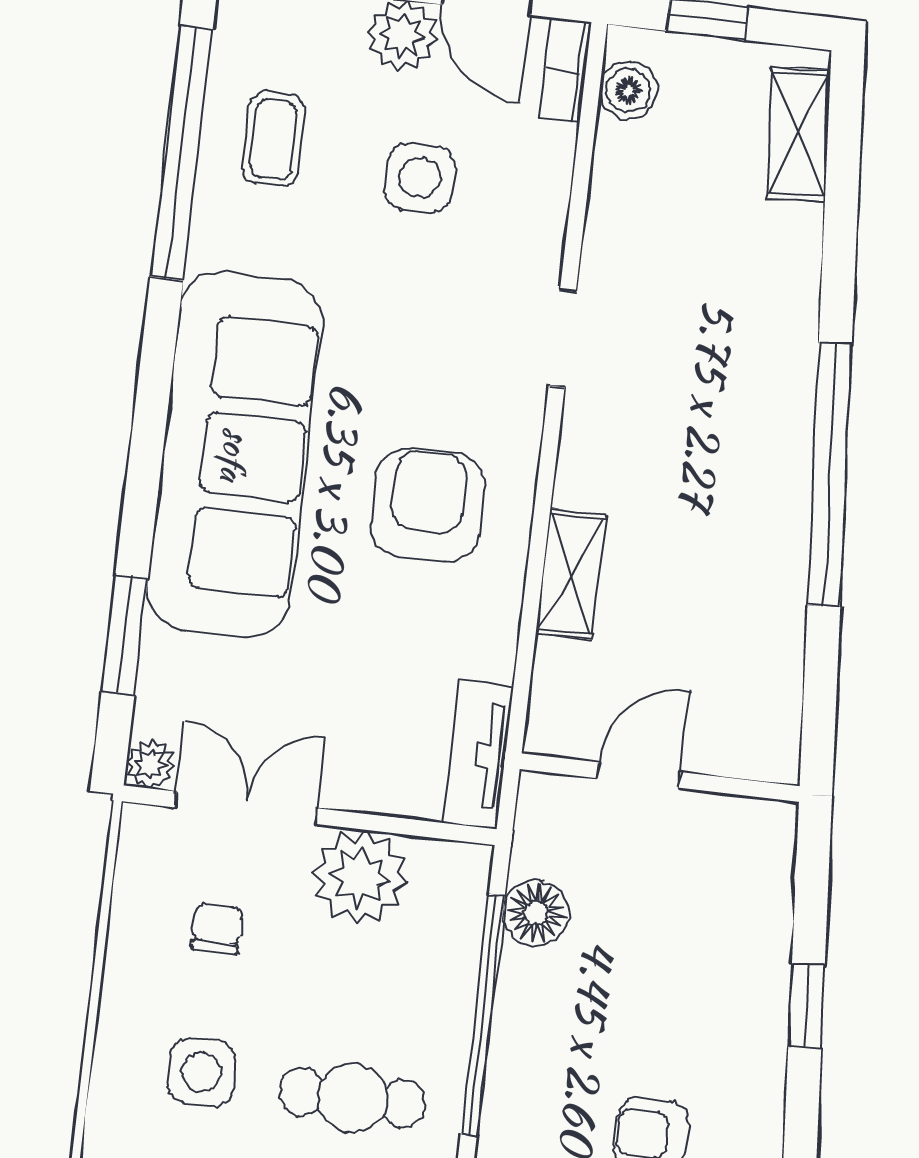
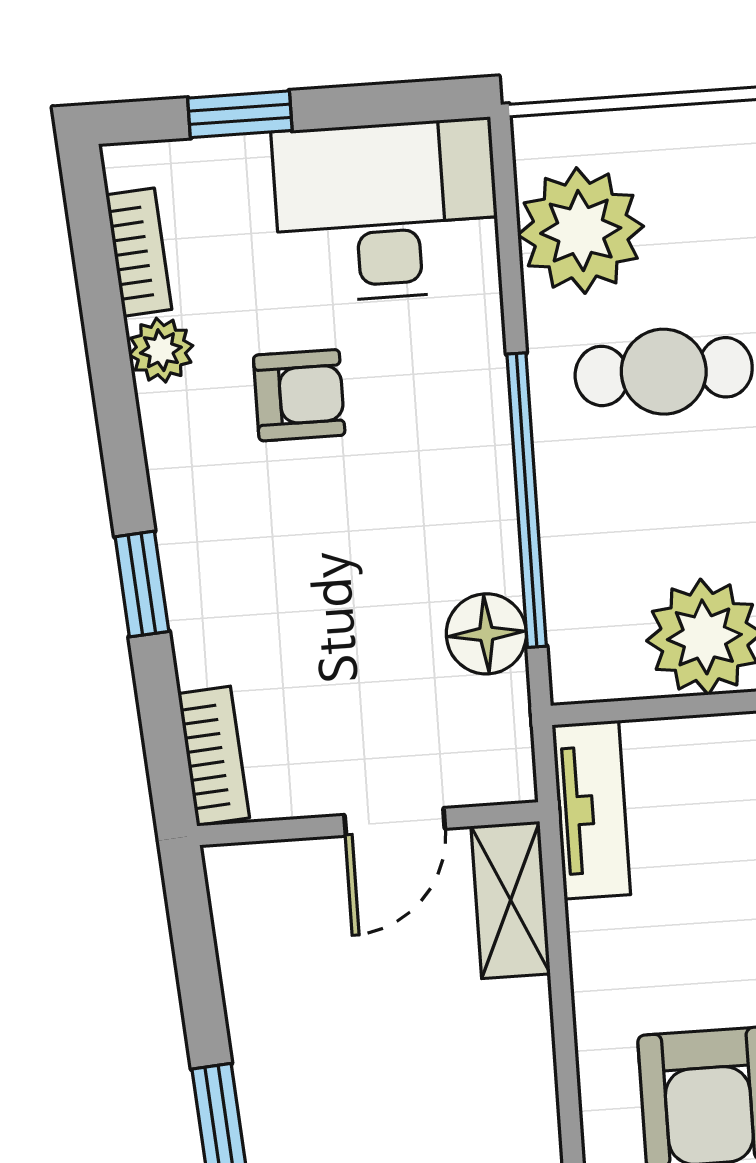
shelving: (571, 574) -> (511, 900), moved
bookcase: (775, 856) -> (214, 756), added

